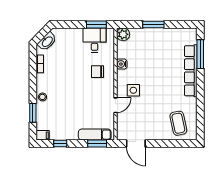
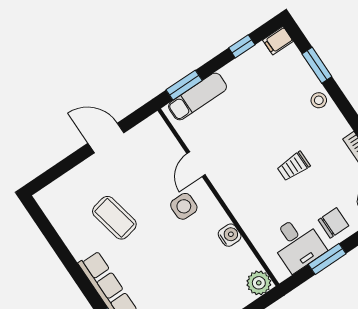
window: (96, 25) -> (327, 259), moved
chair: (98, 72) -> (333, 223), moved
trolley: (73, 75) -> (294, 166), added
coffee table: (178, 123) -> (114, 218), moved
door: (136, 144) -> (106, 138), moved

